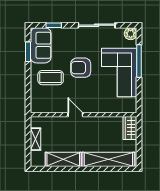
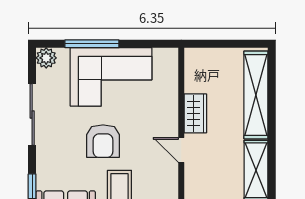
door: (75, 115) -> (181, 150), hinge flipped
wardrobe: (130, 128) -> (195, 113), moved, turned -90

